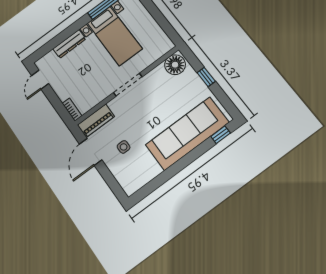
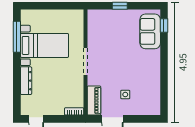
floor lamp: (175, 65) -> (96, 20), removed
sofa: (187, 134) -> (150, 31), width x0.54, depth x0.79

